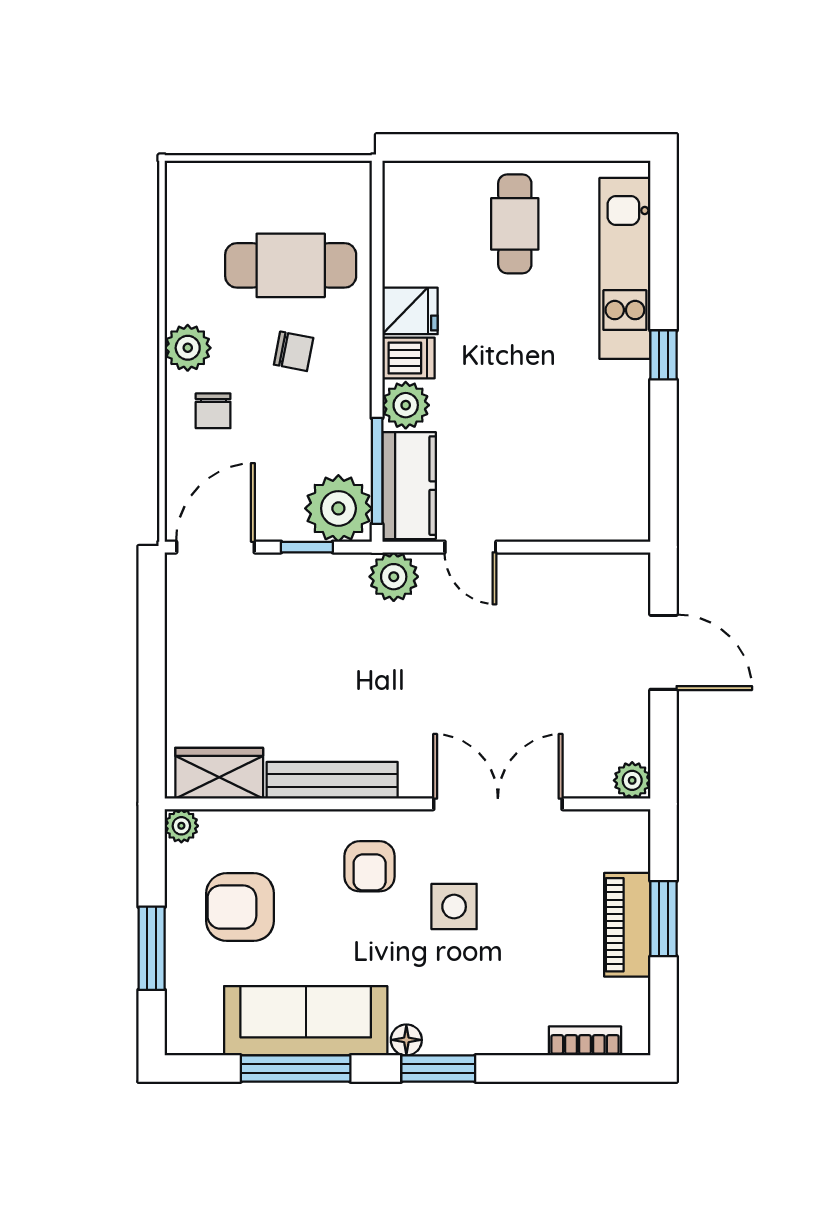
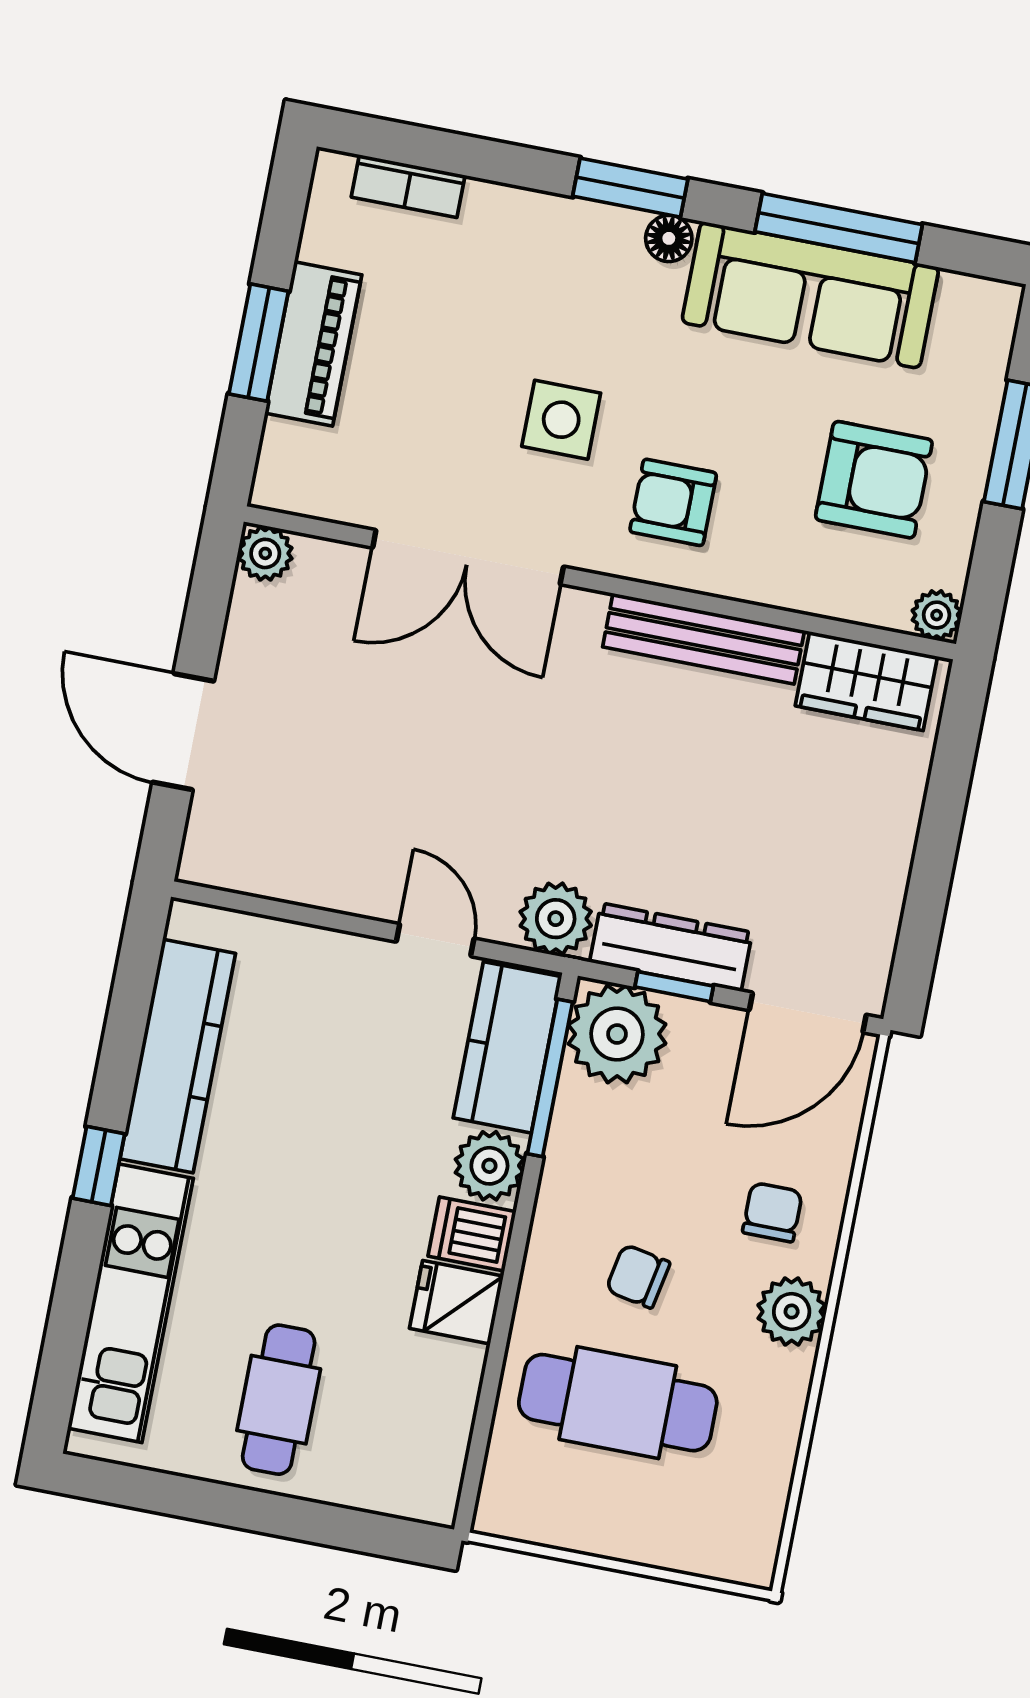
kitchen counter: (625, 438) -> (178, 1056), added
dresser: (314, 573) -> (671, 947), added
armchair: (370, 866) -> (673, 502), turned -90

